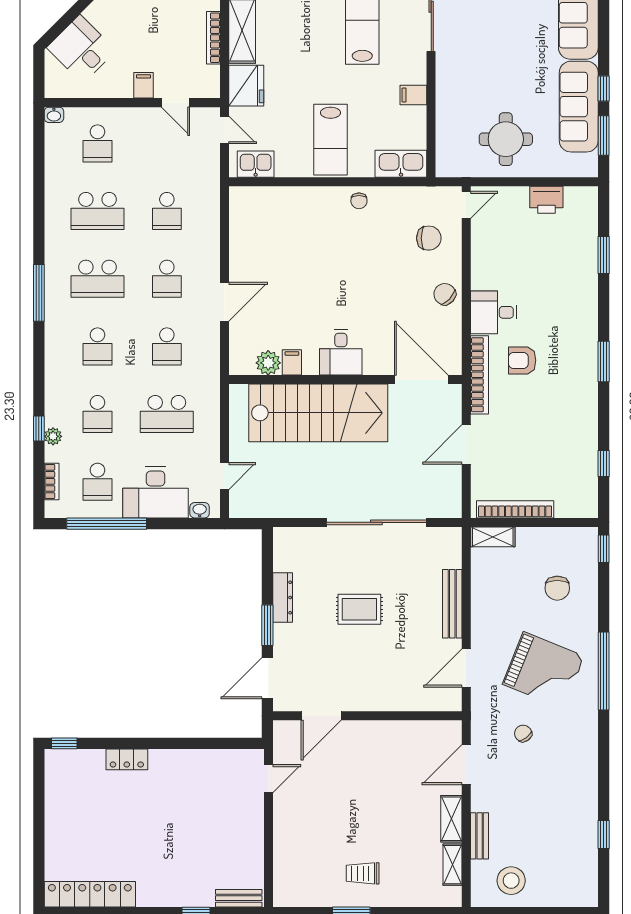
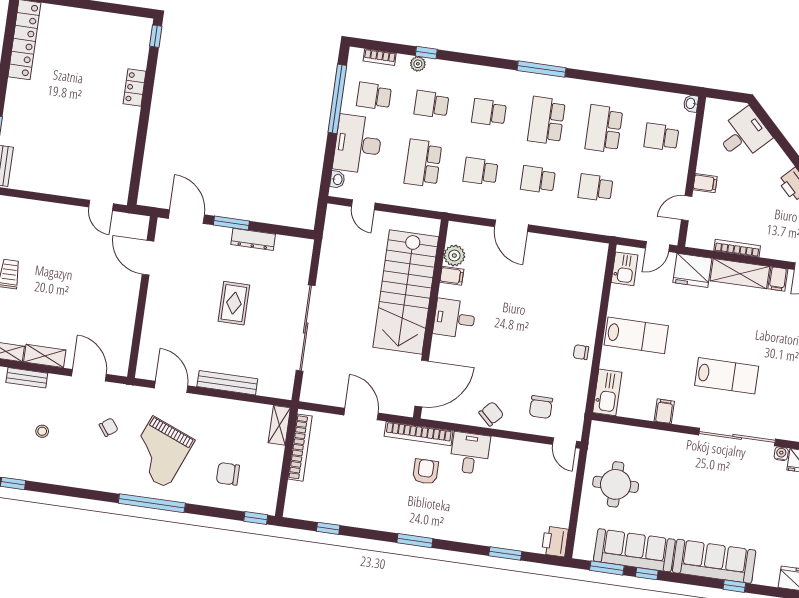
lab bench: (330, 140) -> (636, 335), turned 180
printer: (546, 200) -> (555, 541), moved
stool: (539, 809) -> (42, 431), added

